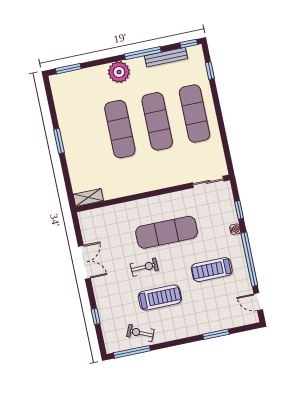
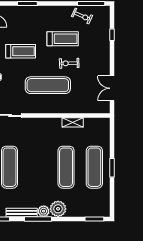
plant: (137, 65) -> (44, 211), added
exercise mat: (157, 121) -> (94, 167), moved
shelving: (88, 197) -> (73, 122), moved
double door: (84, 262) -> (112, 88), moved
treadmill: (160, 297) -> (63, 39), turned 180

